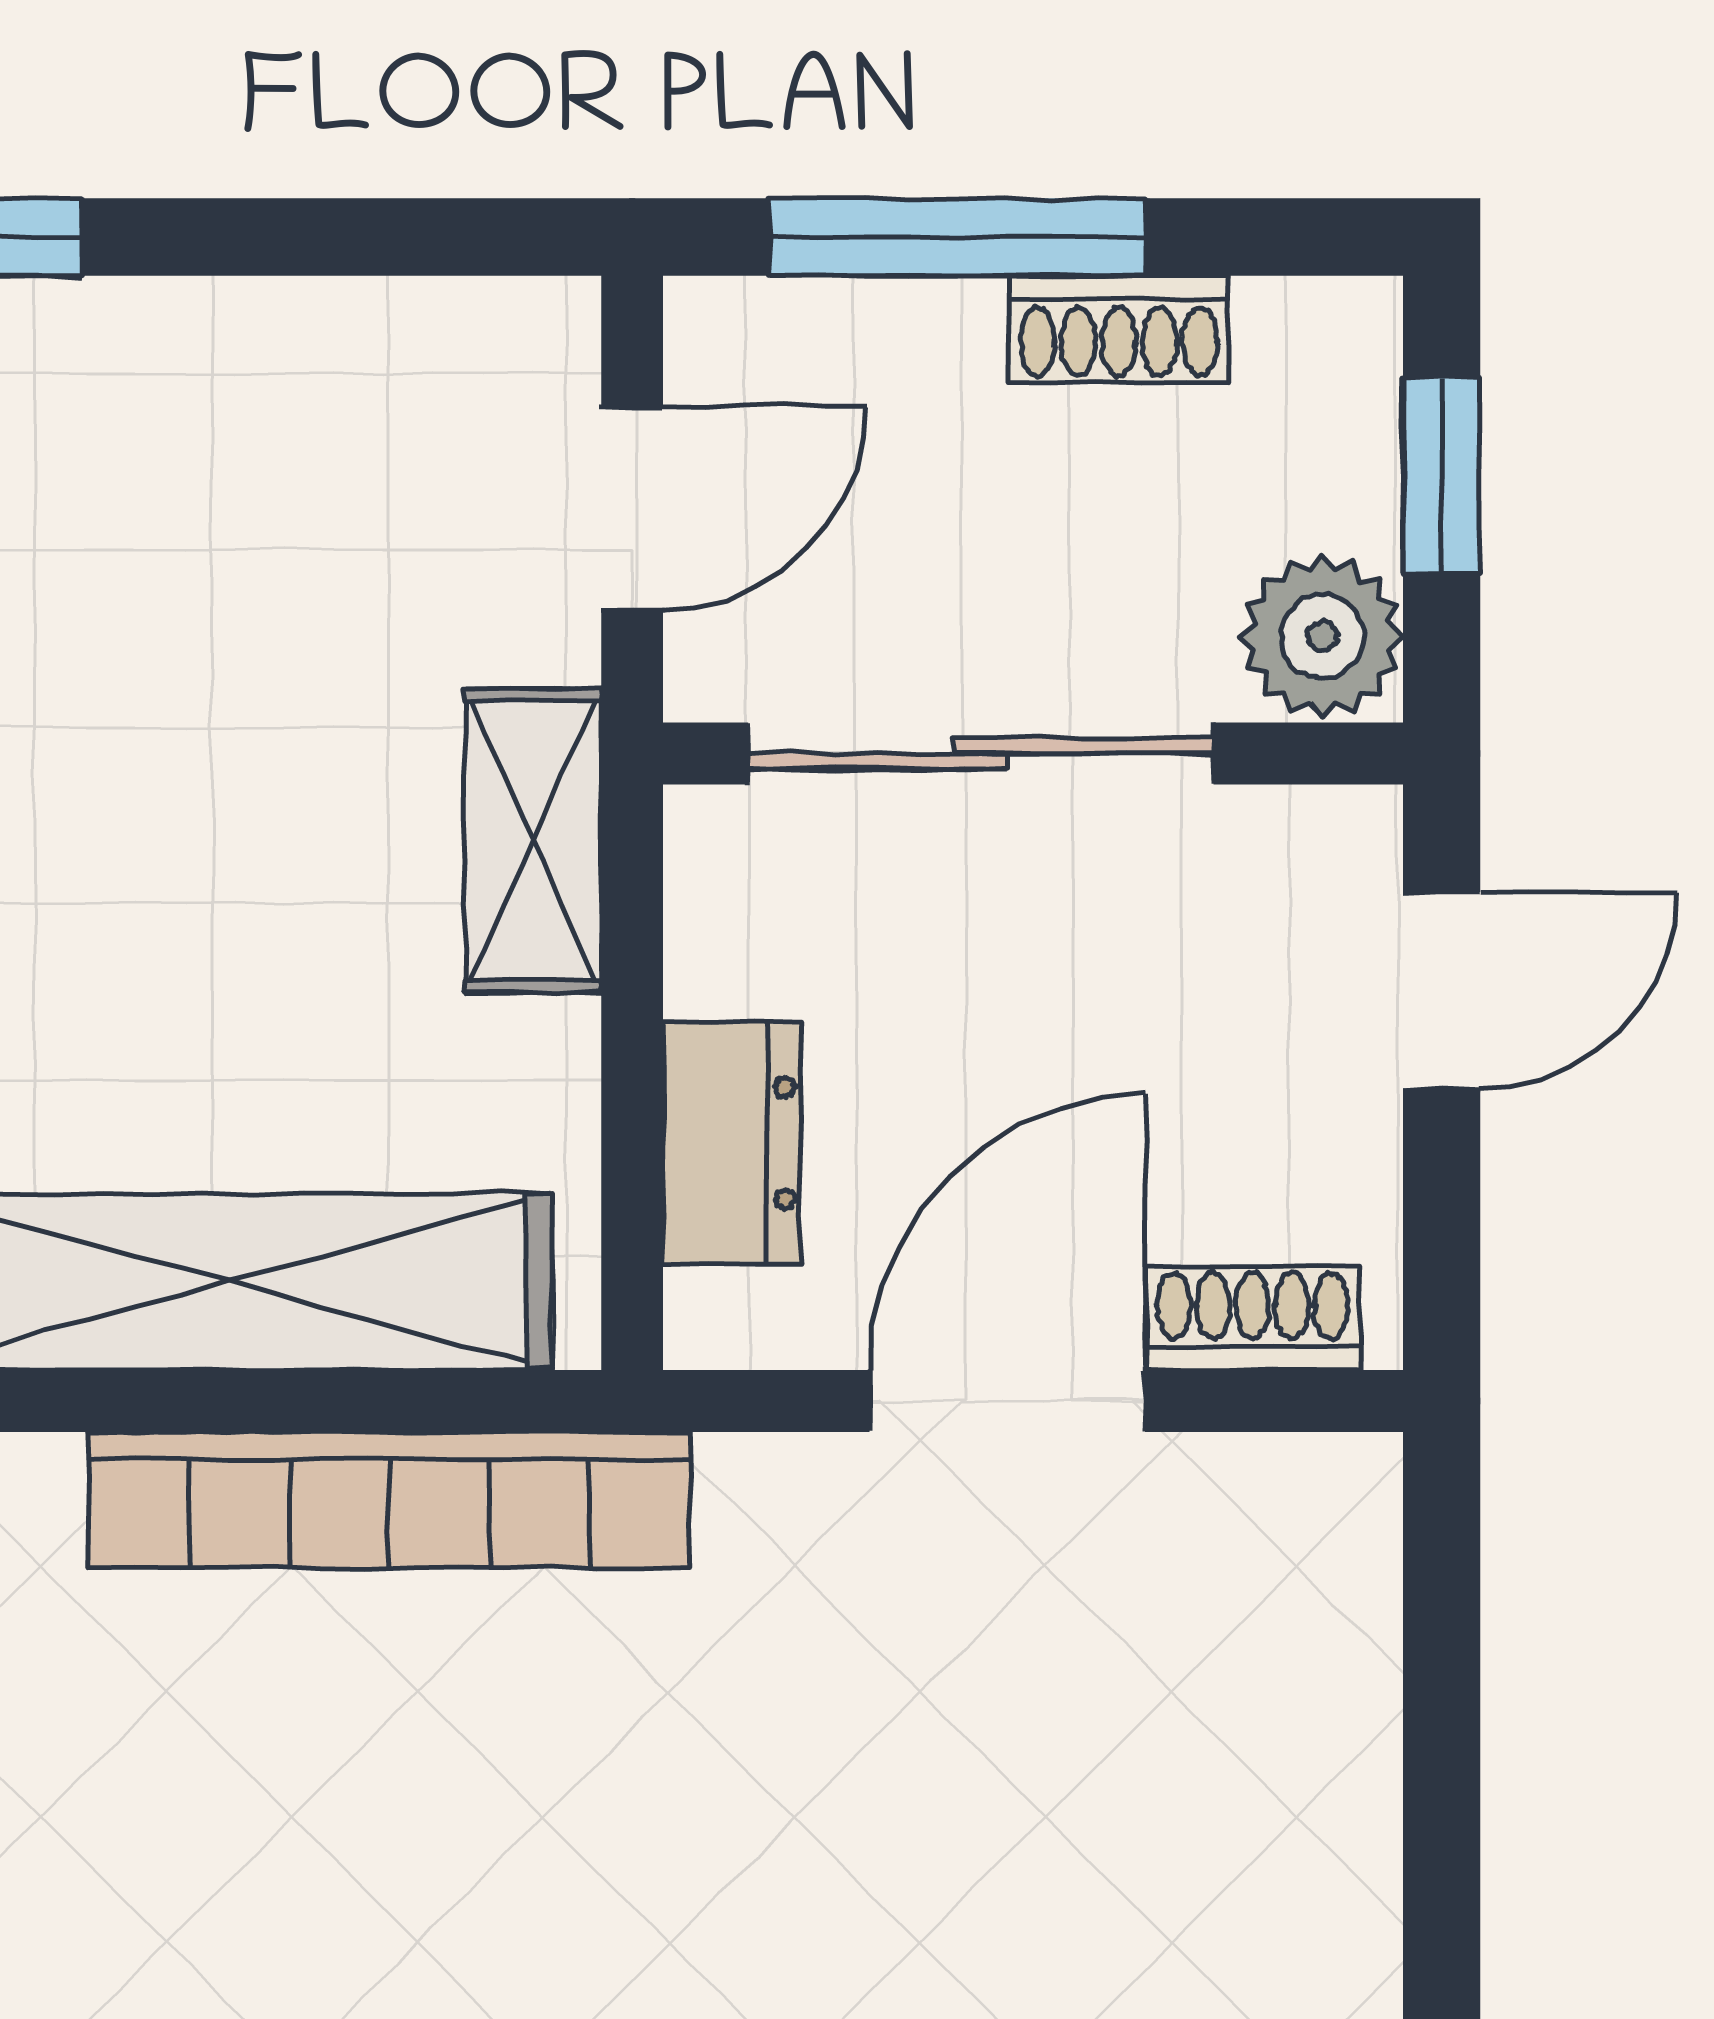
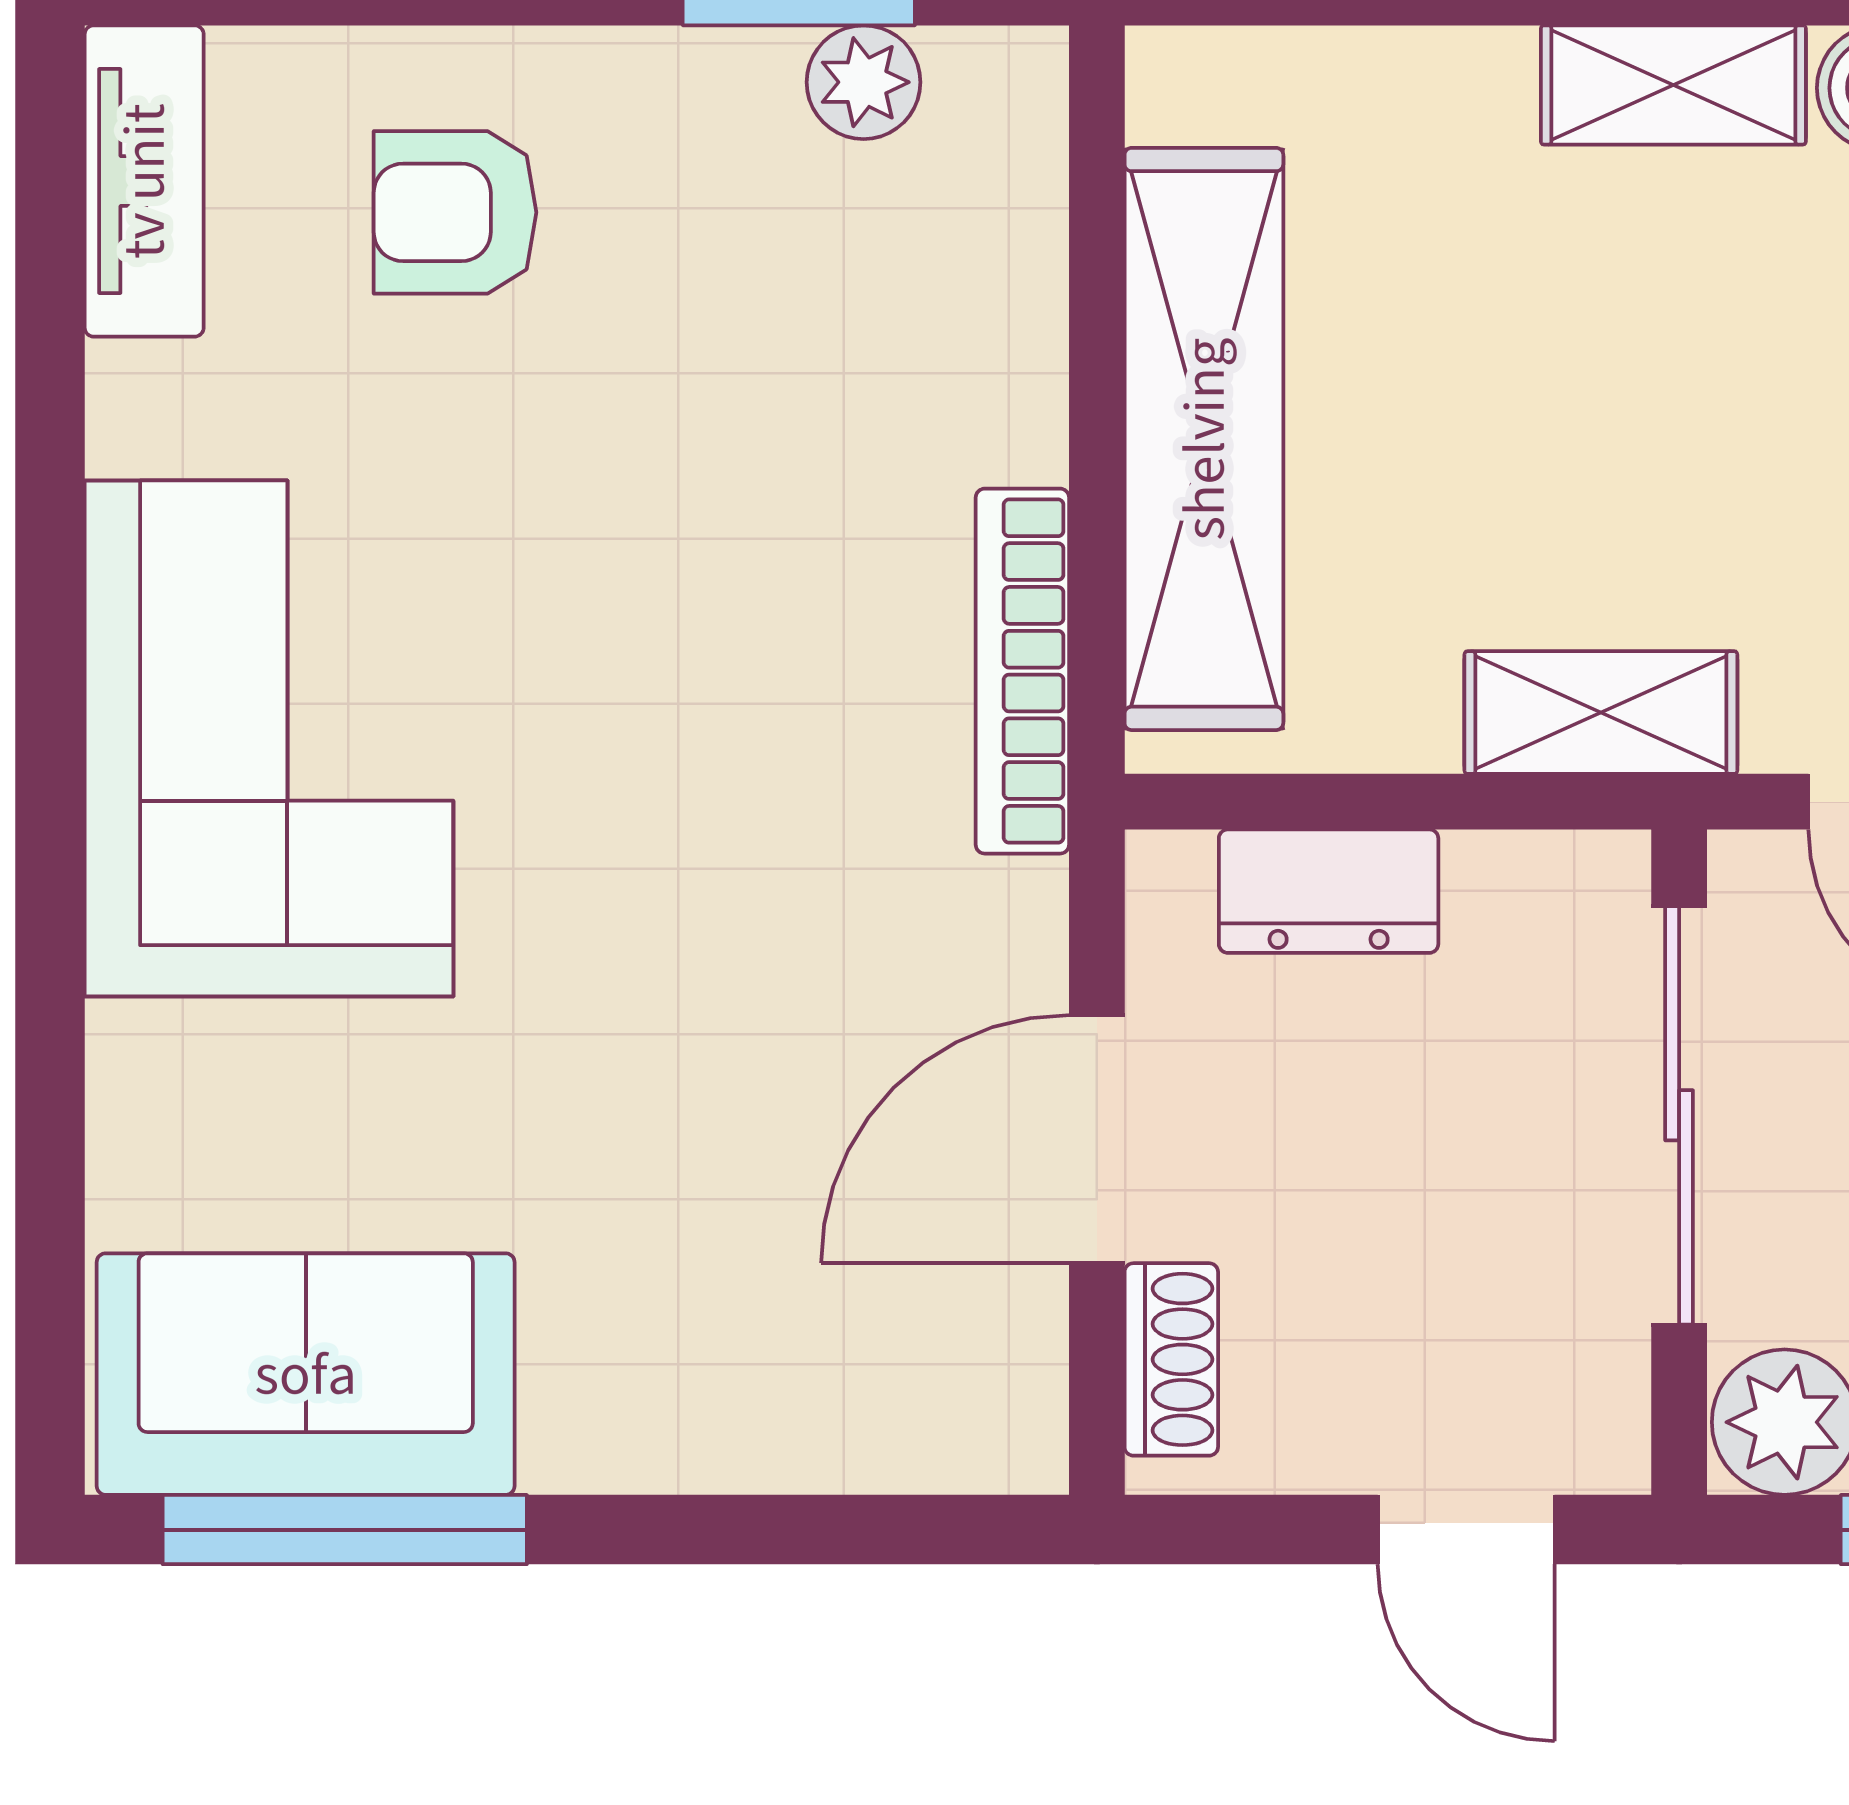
door: (1007, 1401) -> (1097, 1139), swing flipped
bookcase: (389, 1500) -> (1022, 671), width x0.68, depth x0.76

